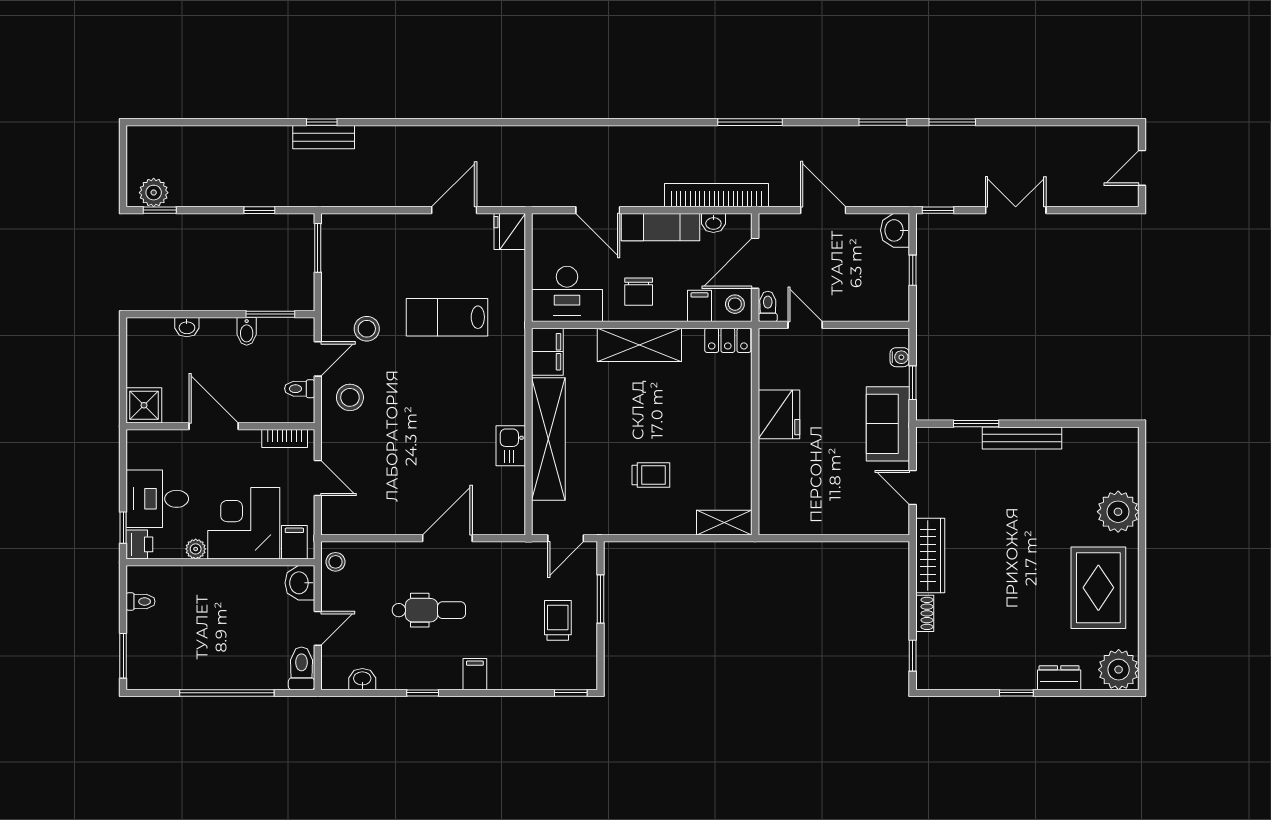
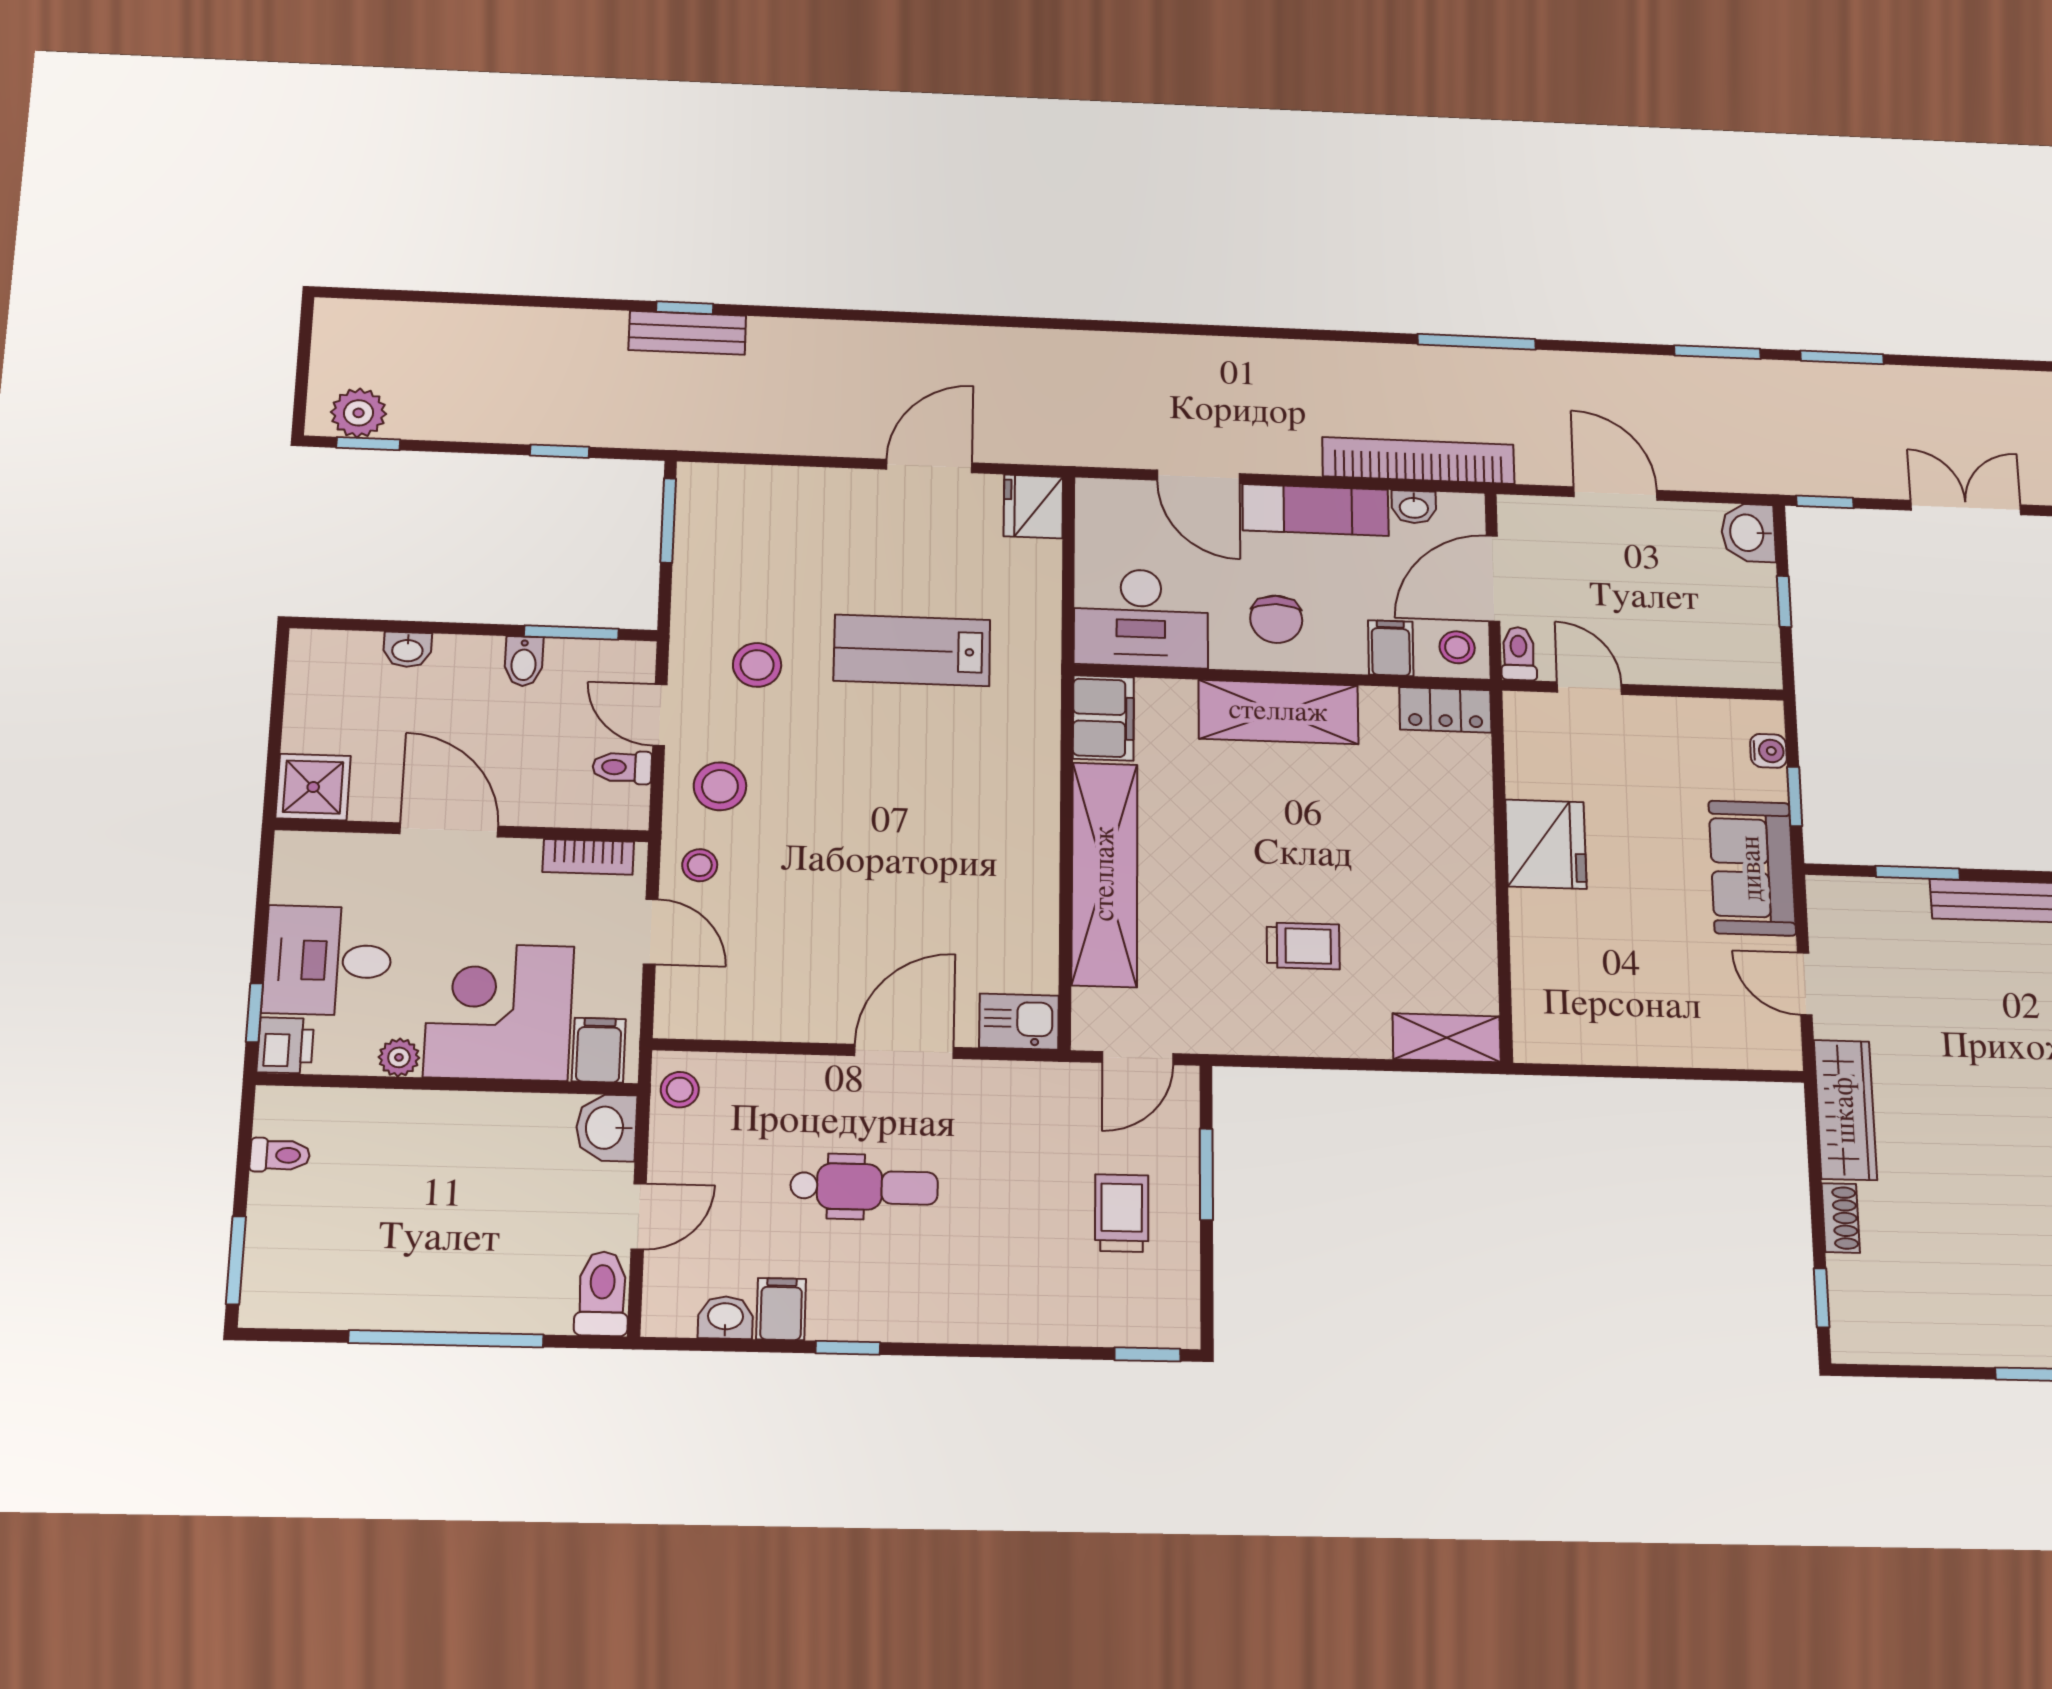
door: (318, 359) -> (660, 715), swing flipped
stool: (341, 441) -> (700, 865), added
kitchen sink: (511, 446) -> (1019, 1022), moved, turned 90
filing cabinet: (475, 674) -> (781, 1309), moved

